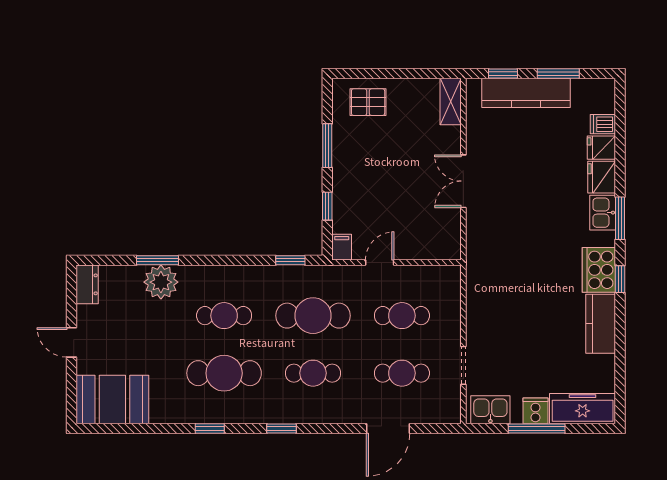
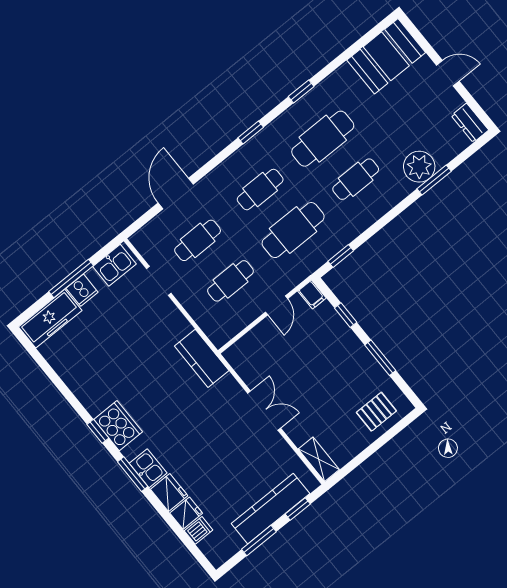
kitchen counter: (601, 324) -> (202, 358), moved, turned 180

